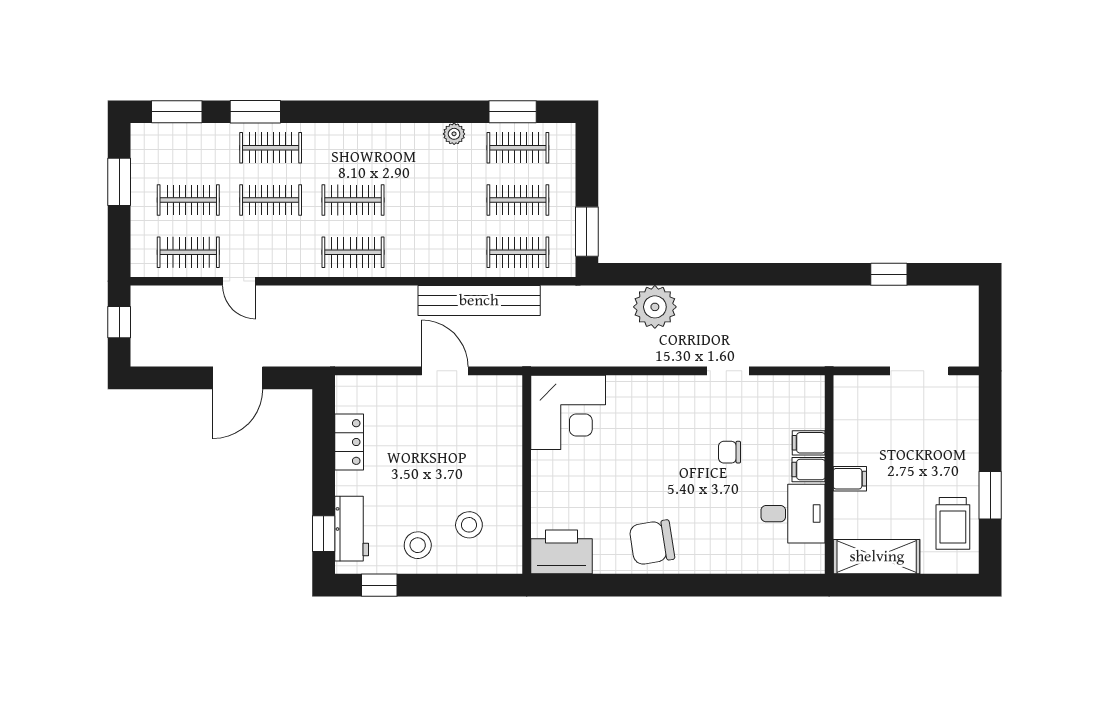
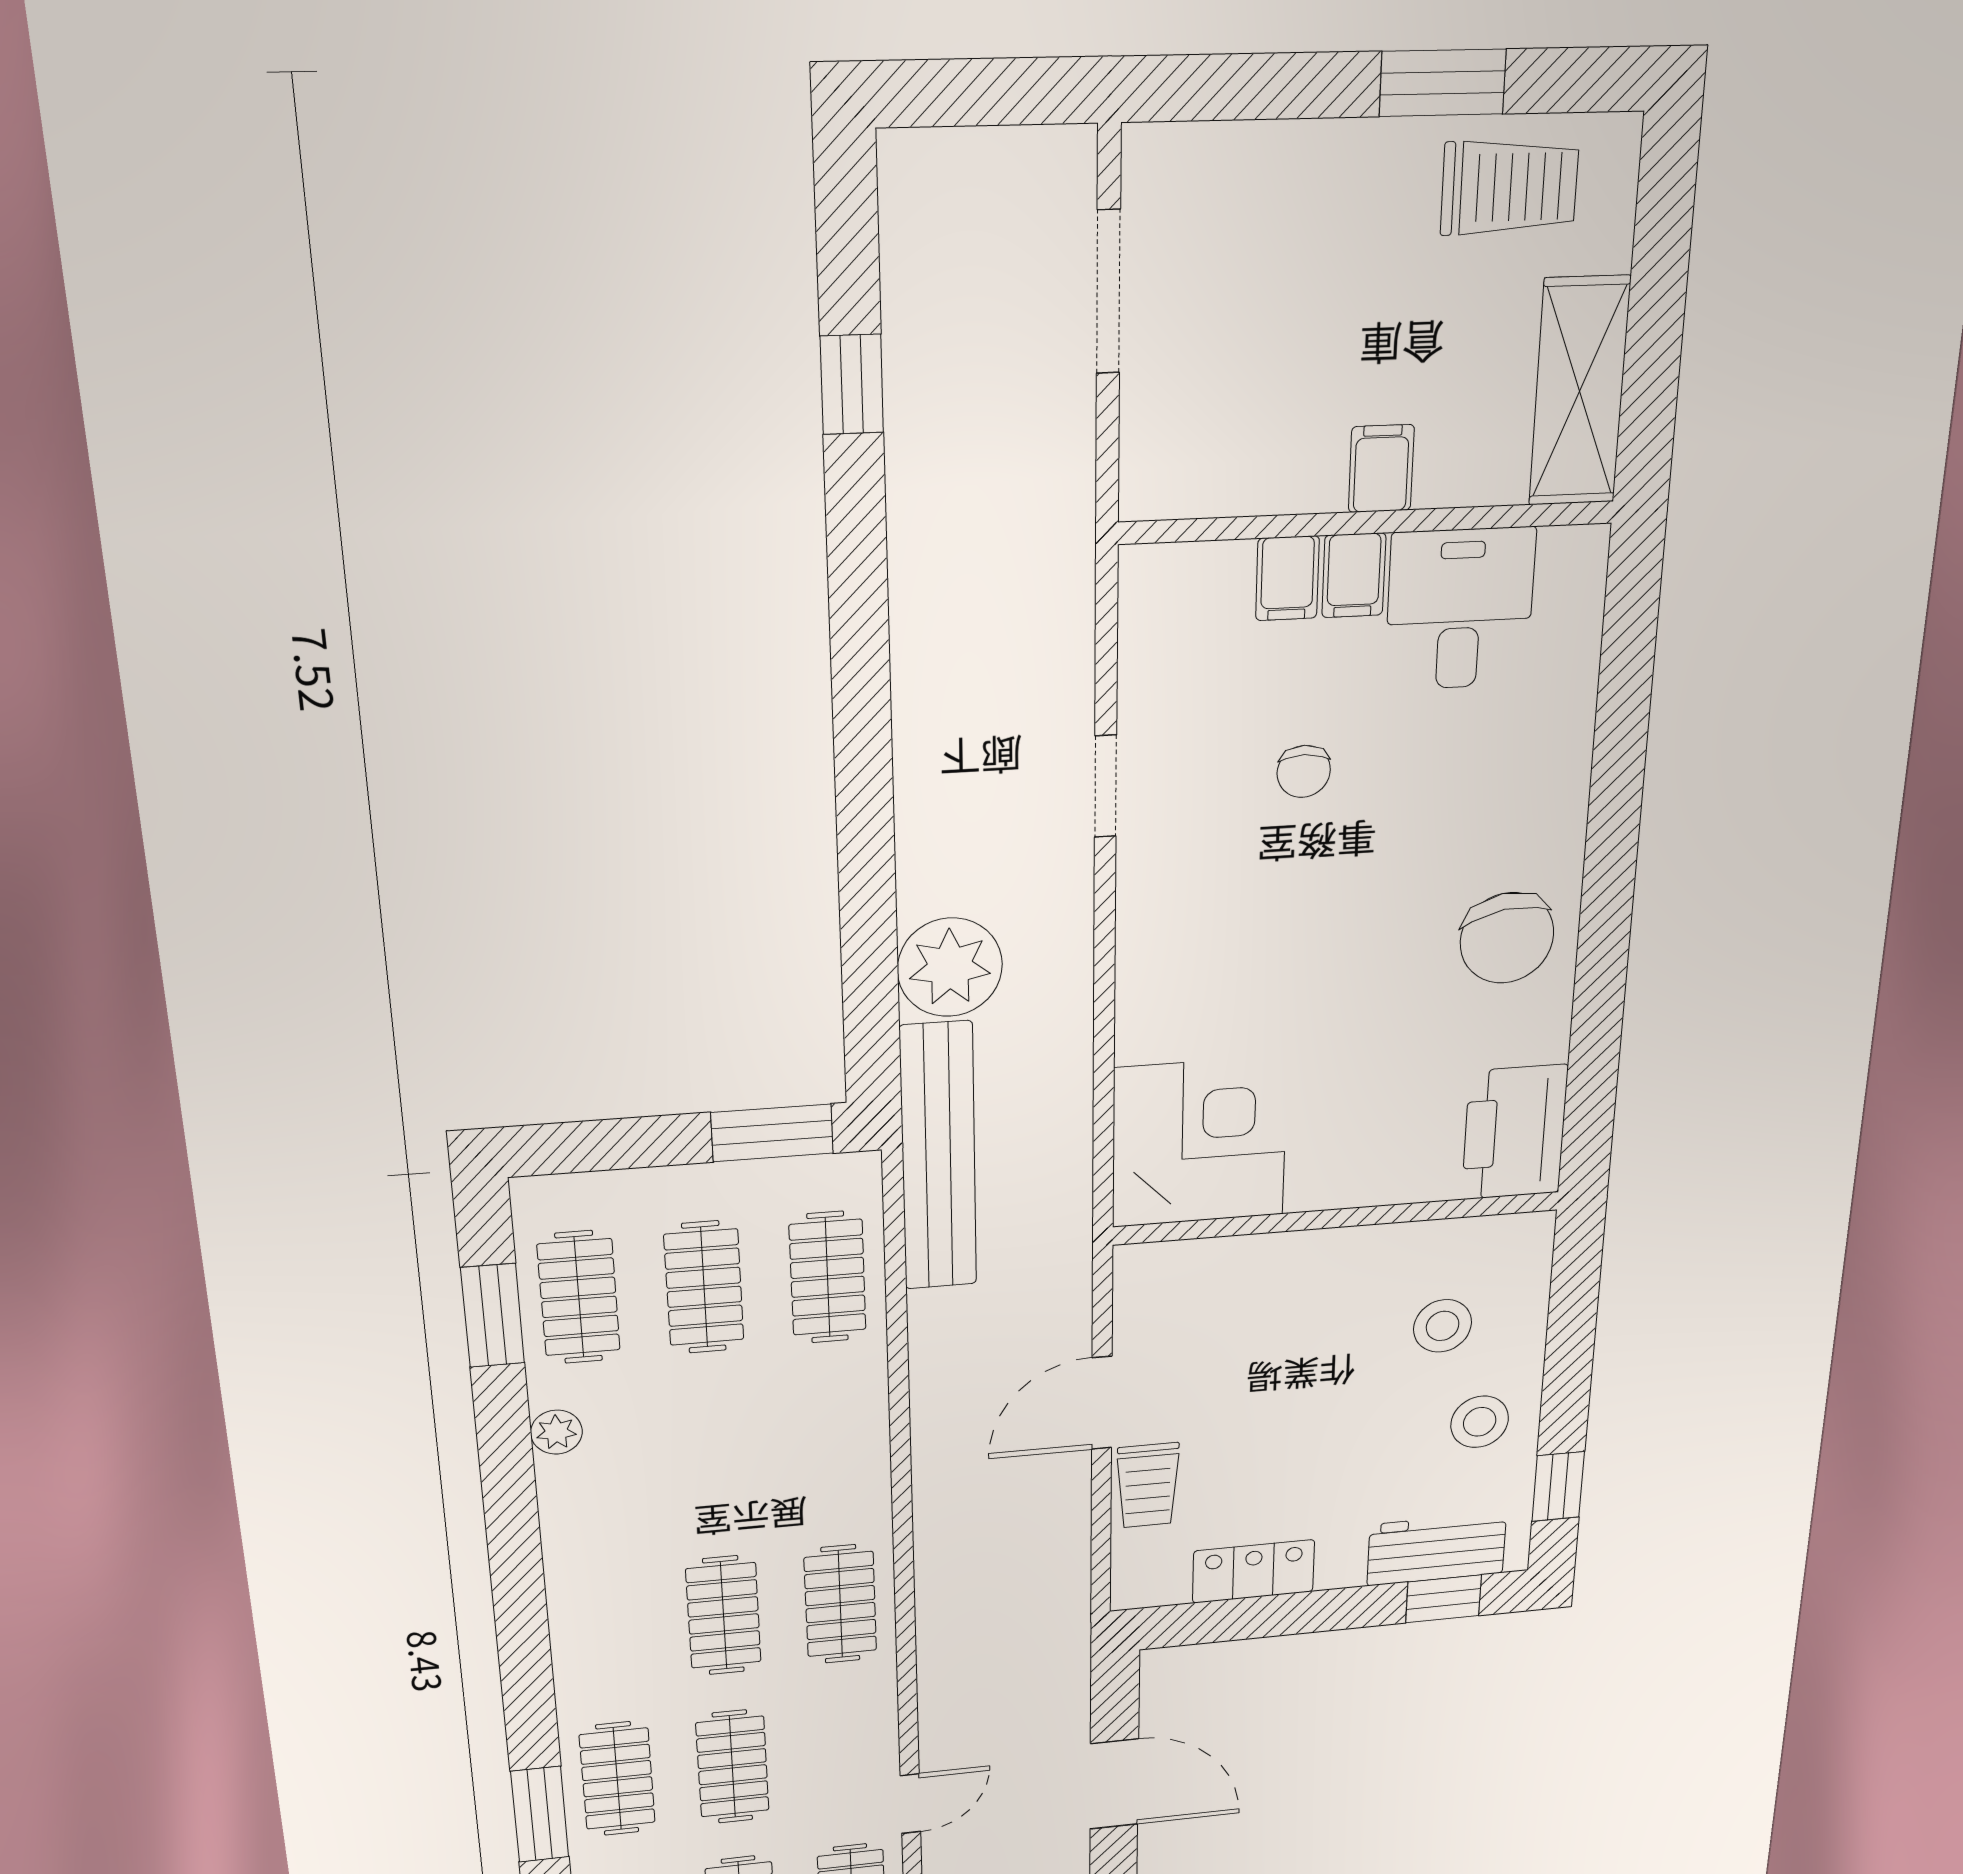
bench: (479, 301) -> (938, 1157), moved
trolley: (400, 392) -> (1148, 1485), added

